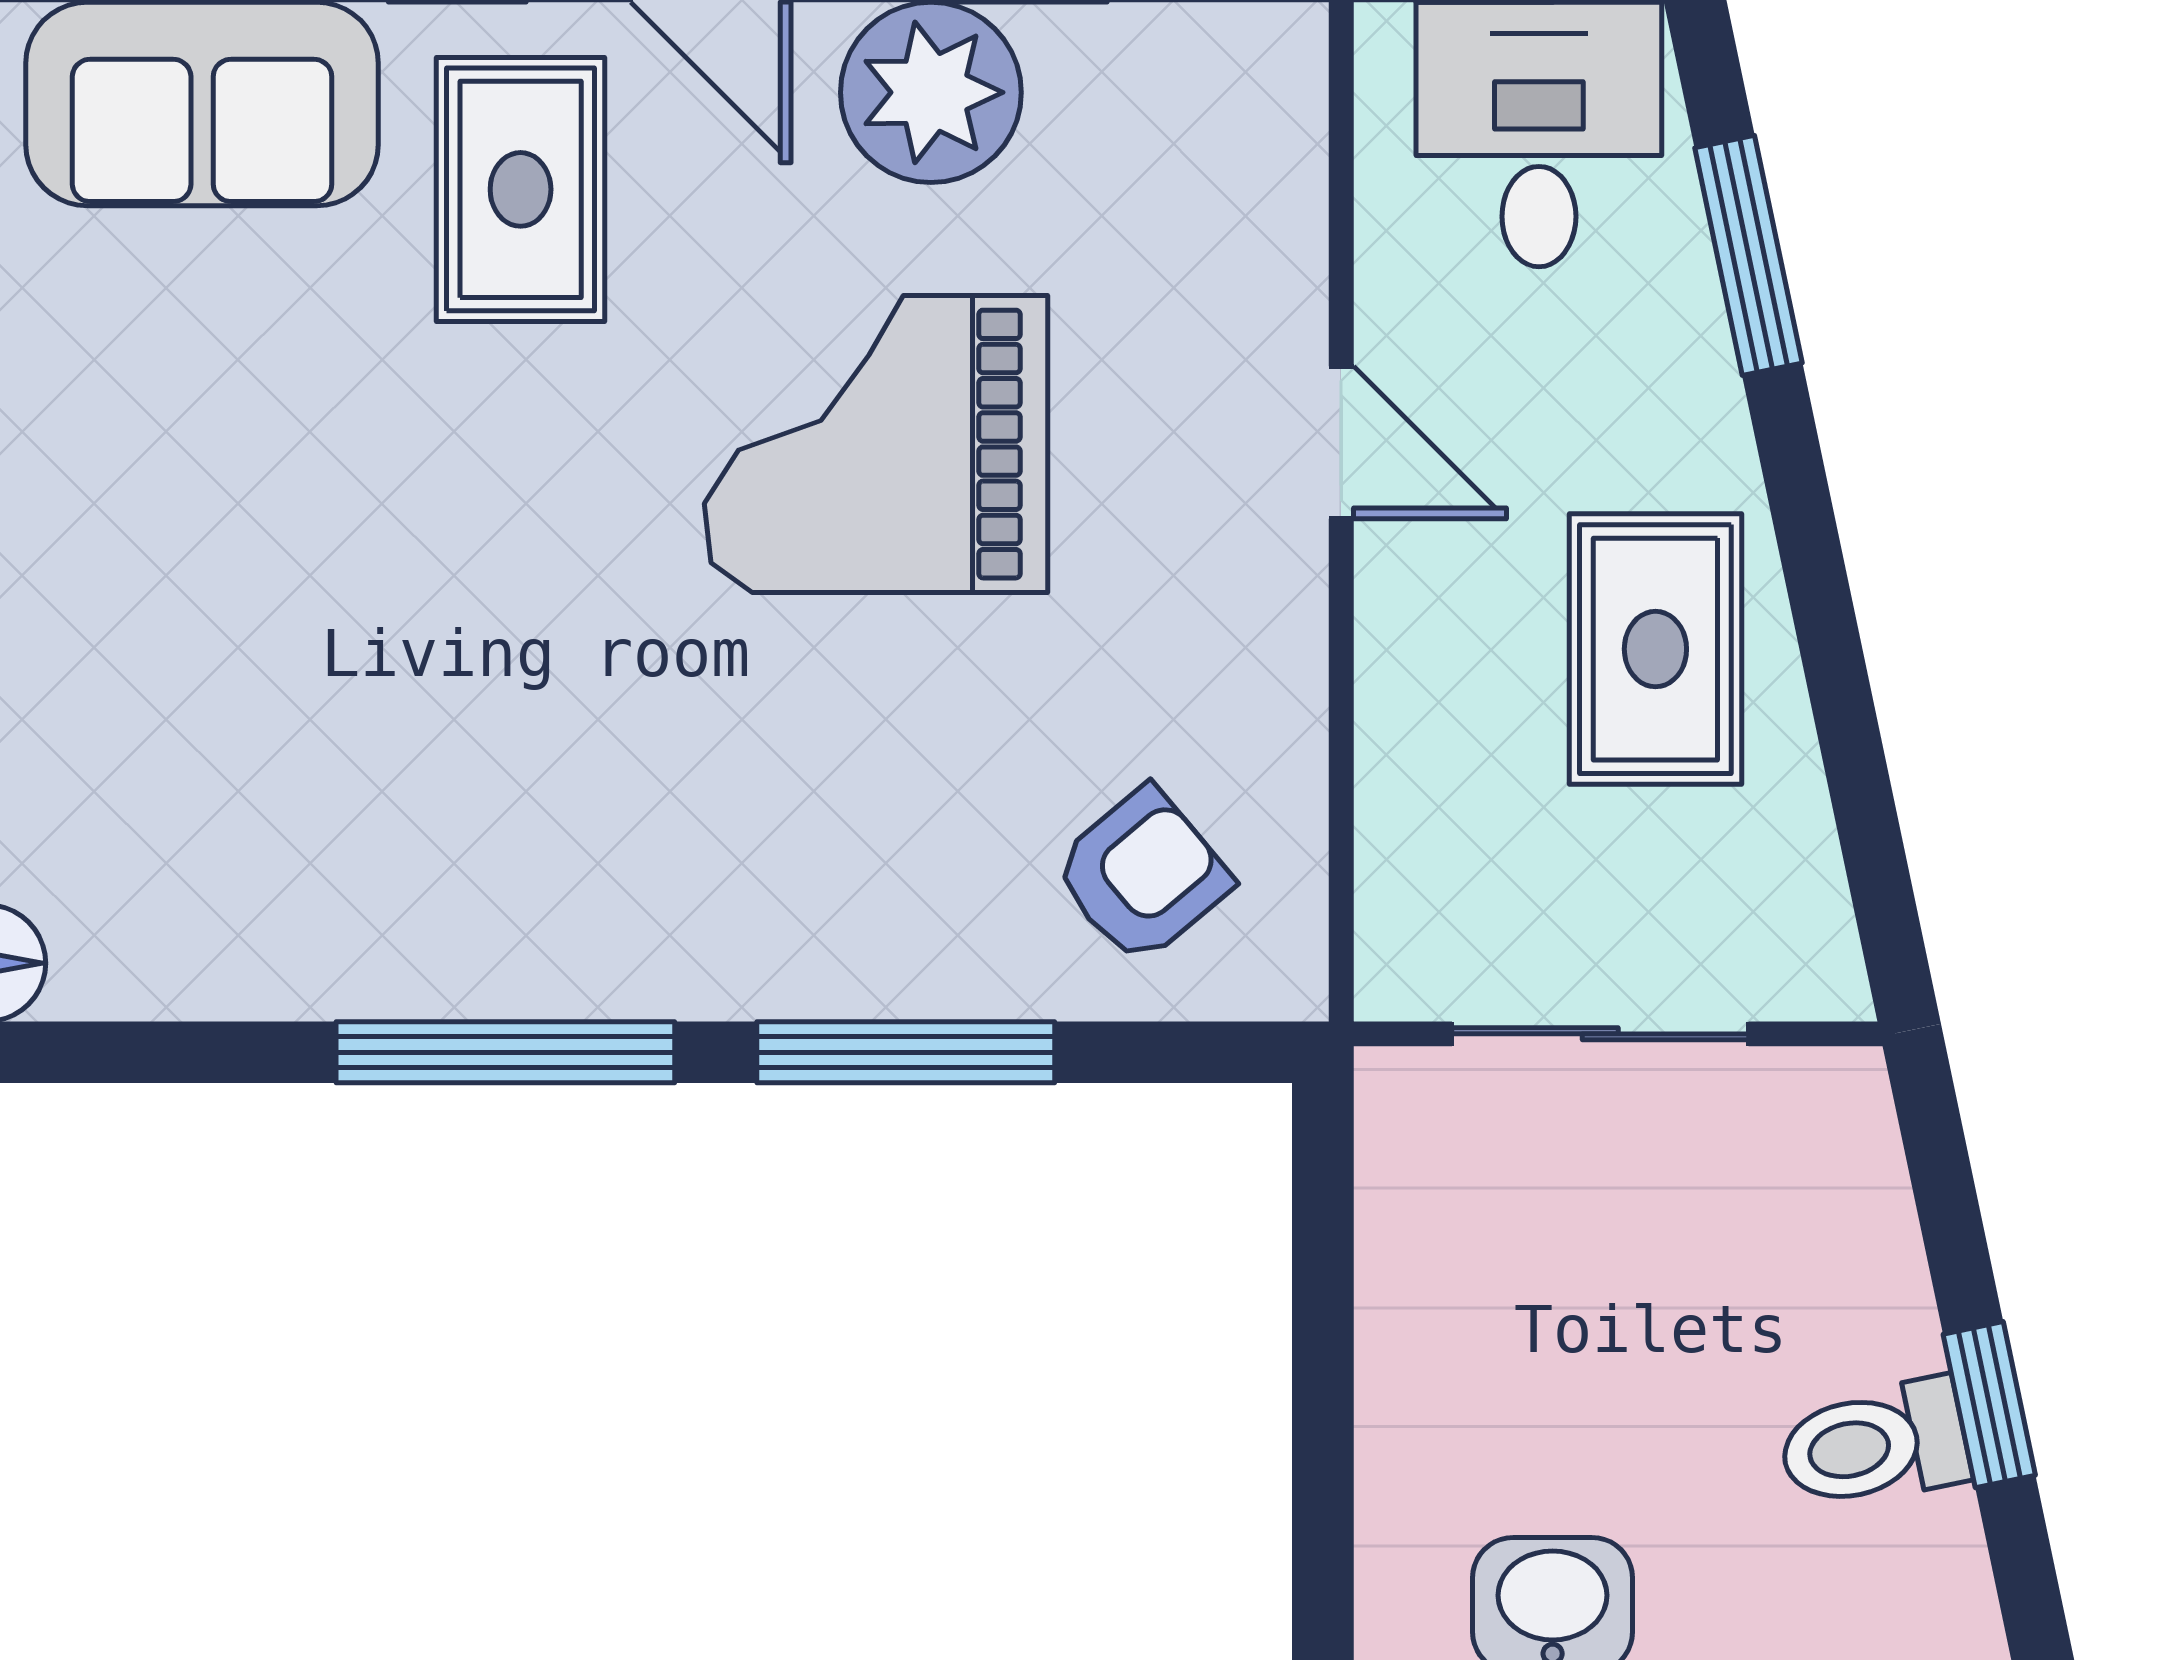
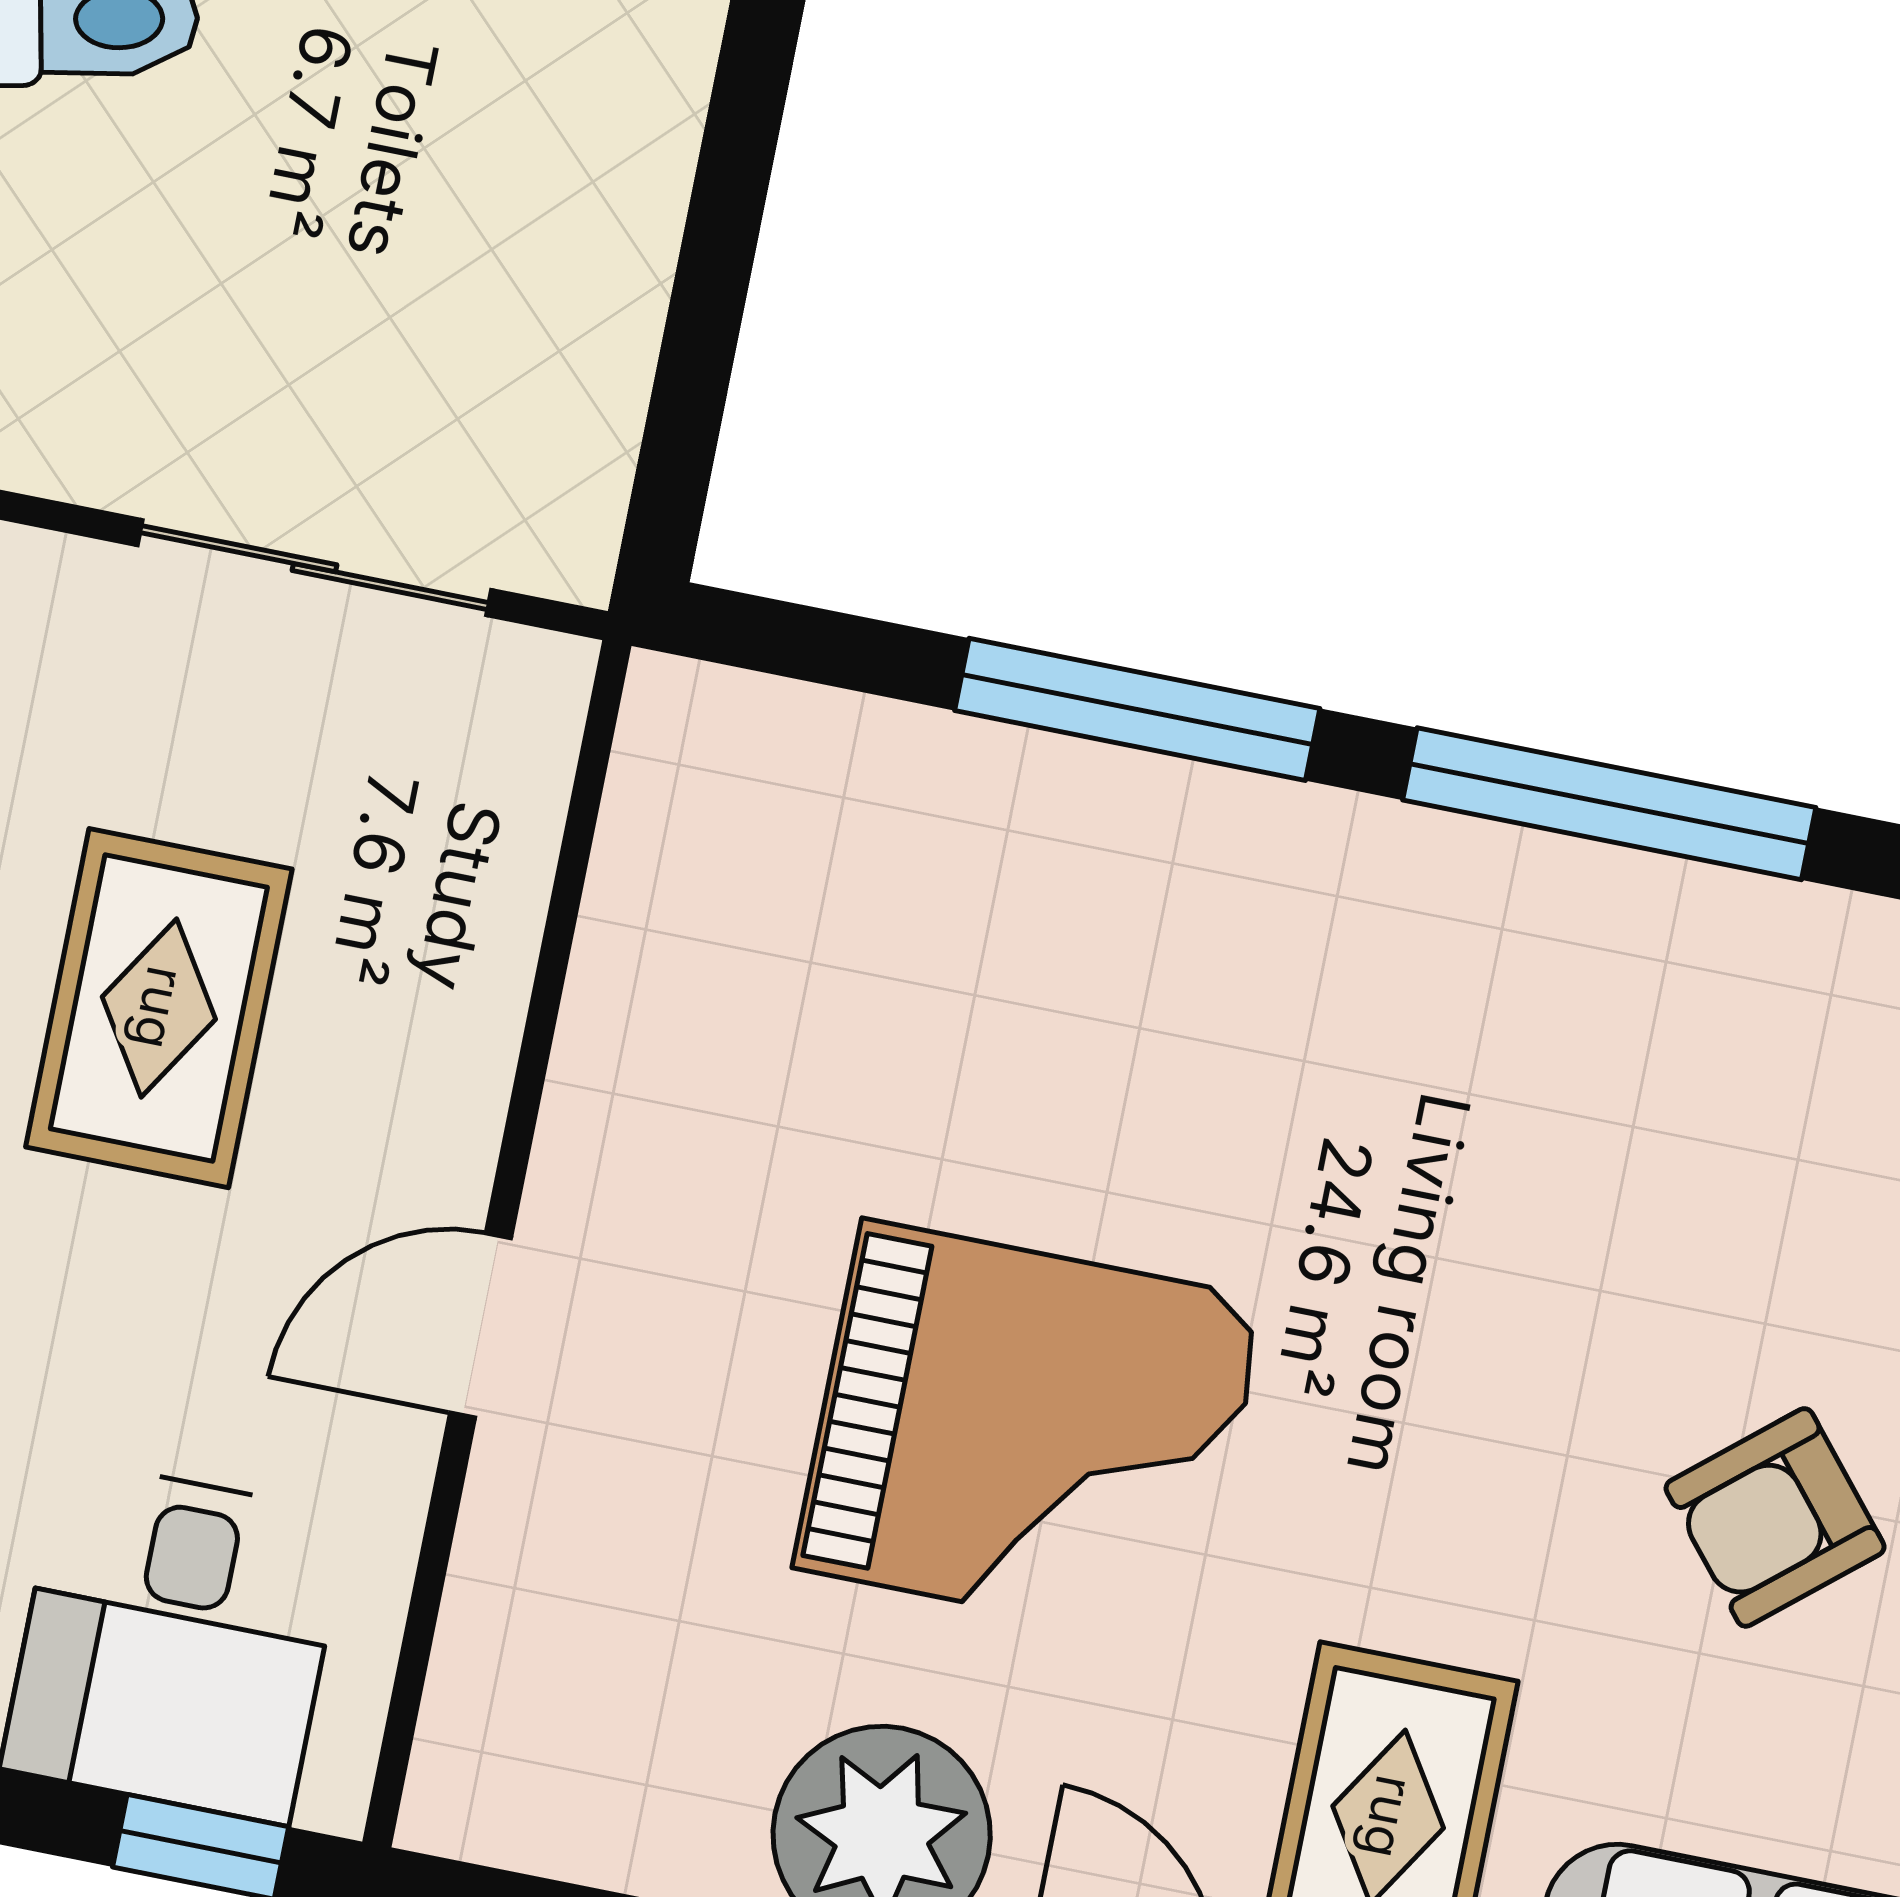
door: (1341, 442) -> (480, 1326), hinge flipped
armchair: (1142, 875) -> (1775, 1517), moved

